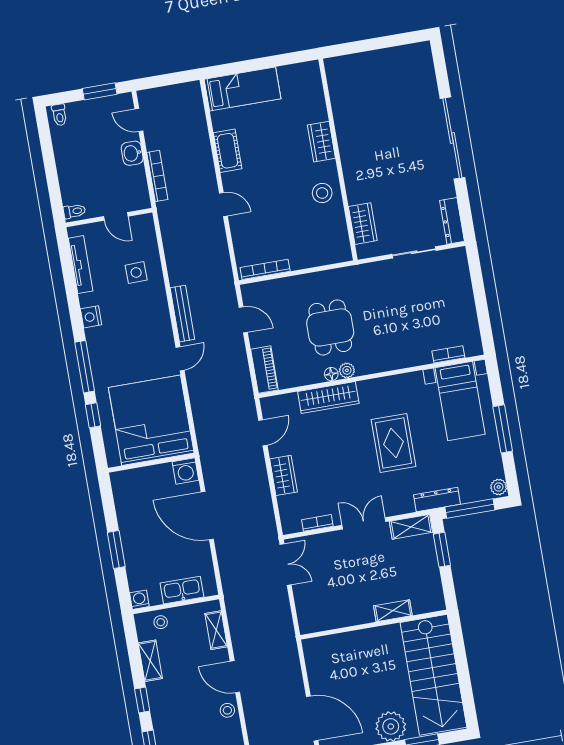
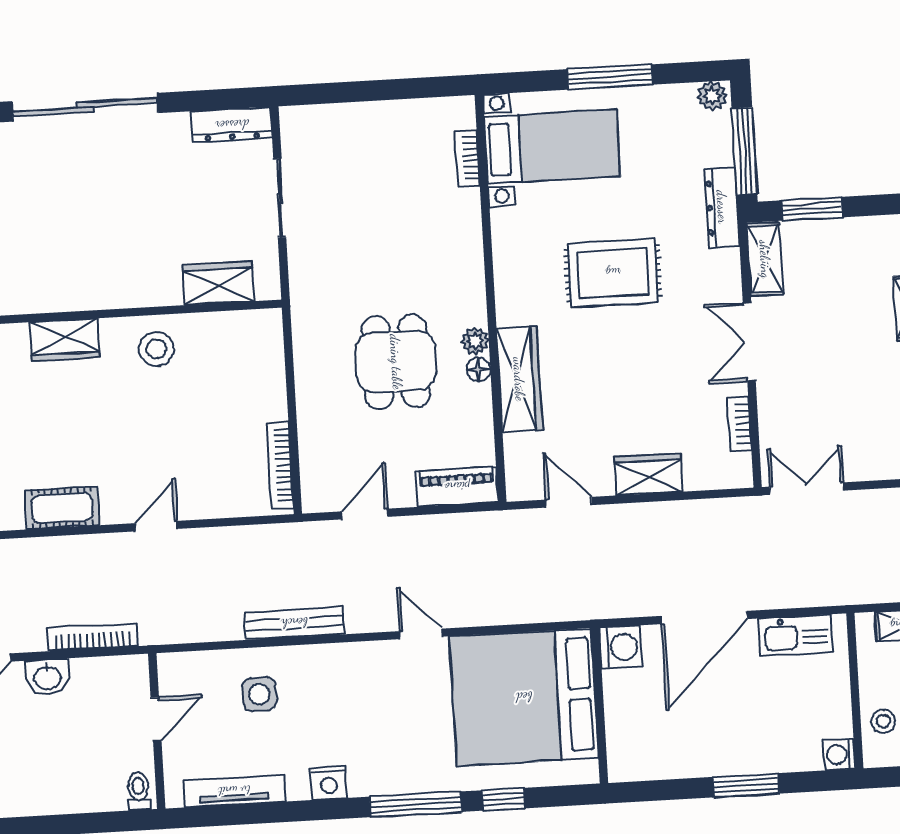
bench: (182, 314) -> (294, 623), moved
dining table: (330, 327) -> (396, 362), turned 90
kitchen sink: (182, 590) -> (795, 635), moved, turned -90

